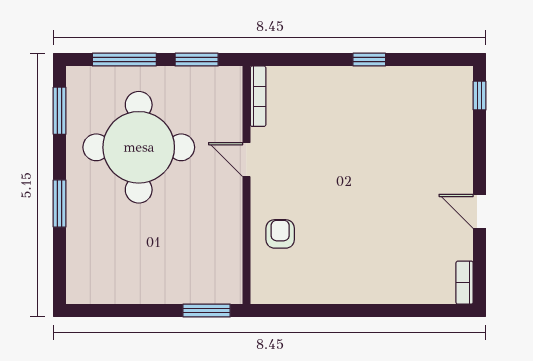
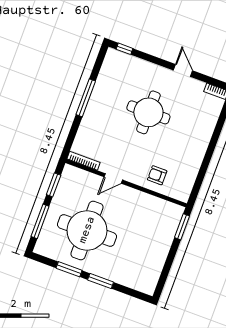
window: (369, 60) -> (86, 98), width x2.17
window: (60, 111) -> (69, 269), moved
round table: (384, 178) -> (148, 112), added
door: (480, 211) -> (183, 70), swing flipped

